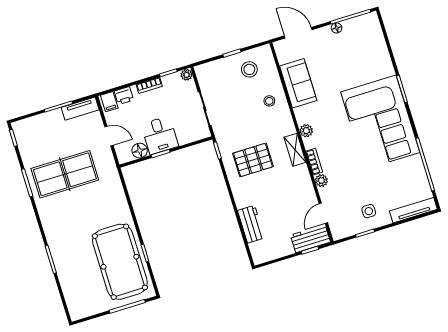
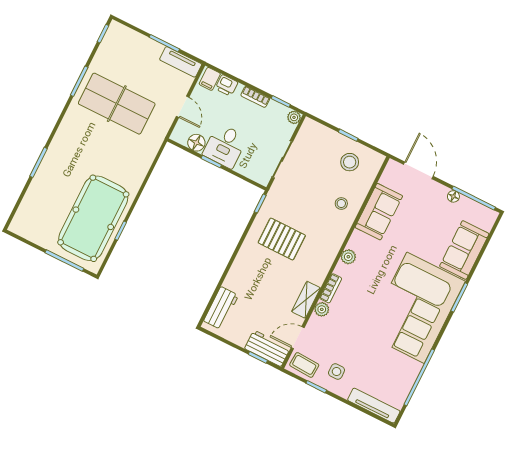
sofa: (376, 56) -> (464, 250), added
shelving: (295, 150) -> (306, 300), moved
workbench: (251, 224) -> (221, 308), moved
coffee table: (344, 227) -> (304, 365), added

